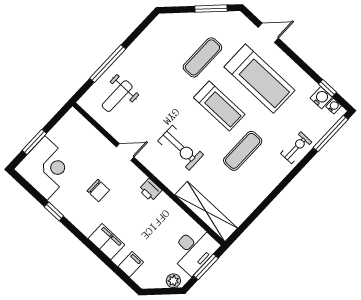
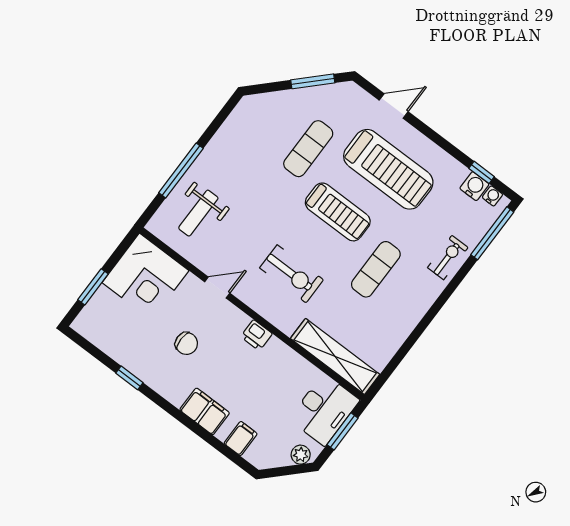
corner desk: (46, 168) -> (145, 277), moved, turned 90

